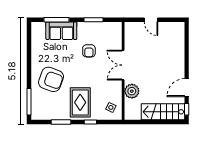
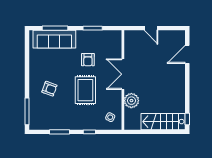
sofa: (61, 31) -> (54, 39), width x1.36
armchair: (51, 79) -> (49, 89), width x0.53, depth x0.53
door: (187, 88) -> (187, 54), moved
rug: (80, 102) -> (85, 90), moved

